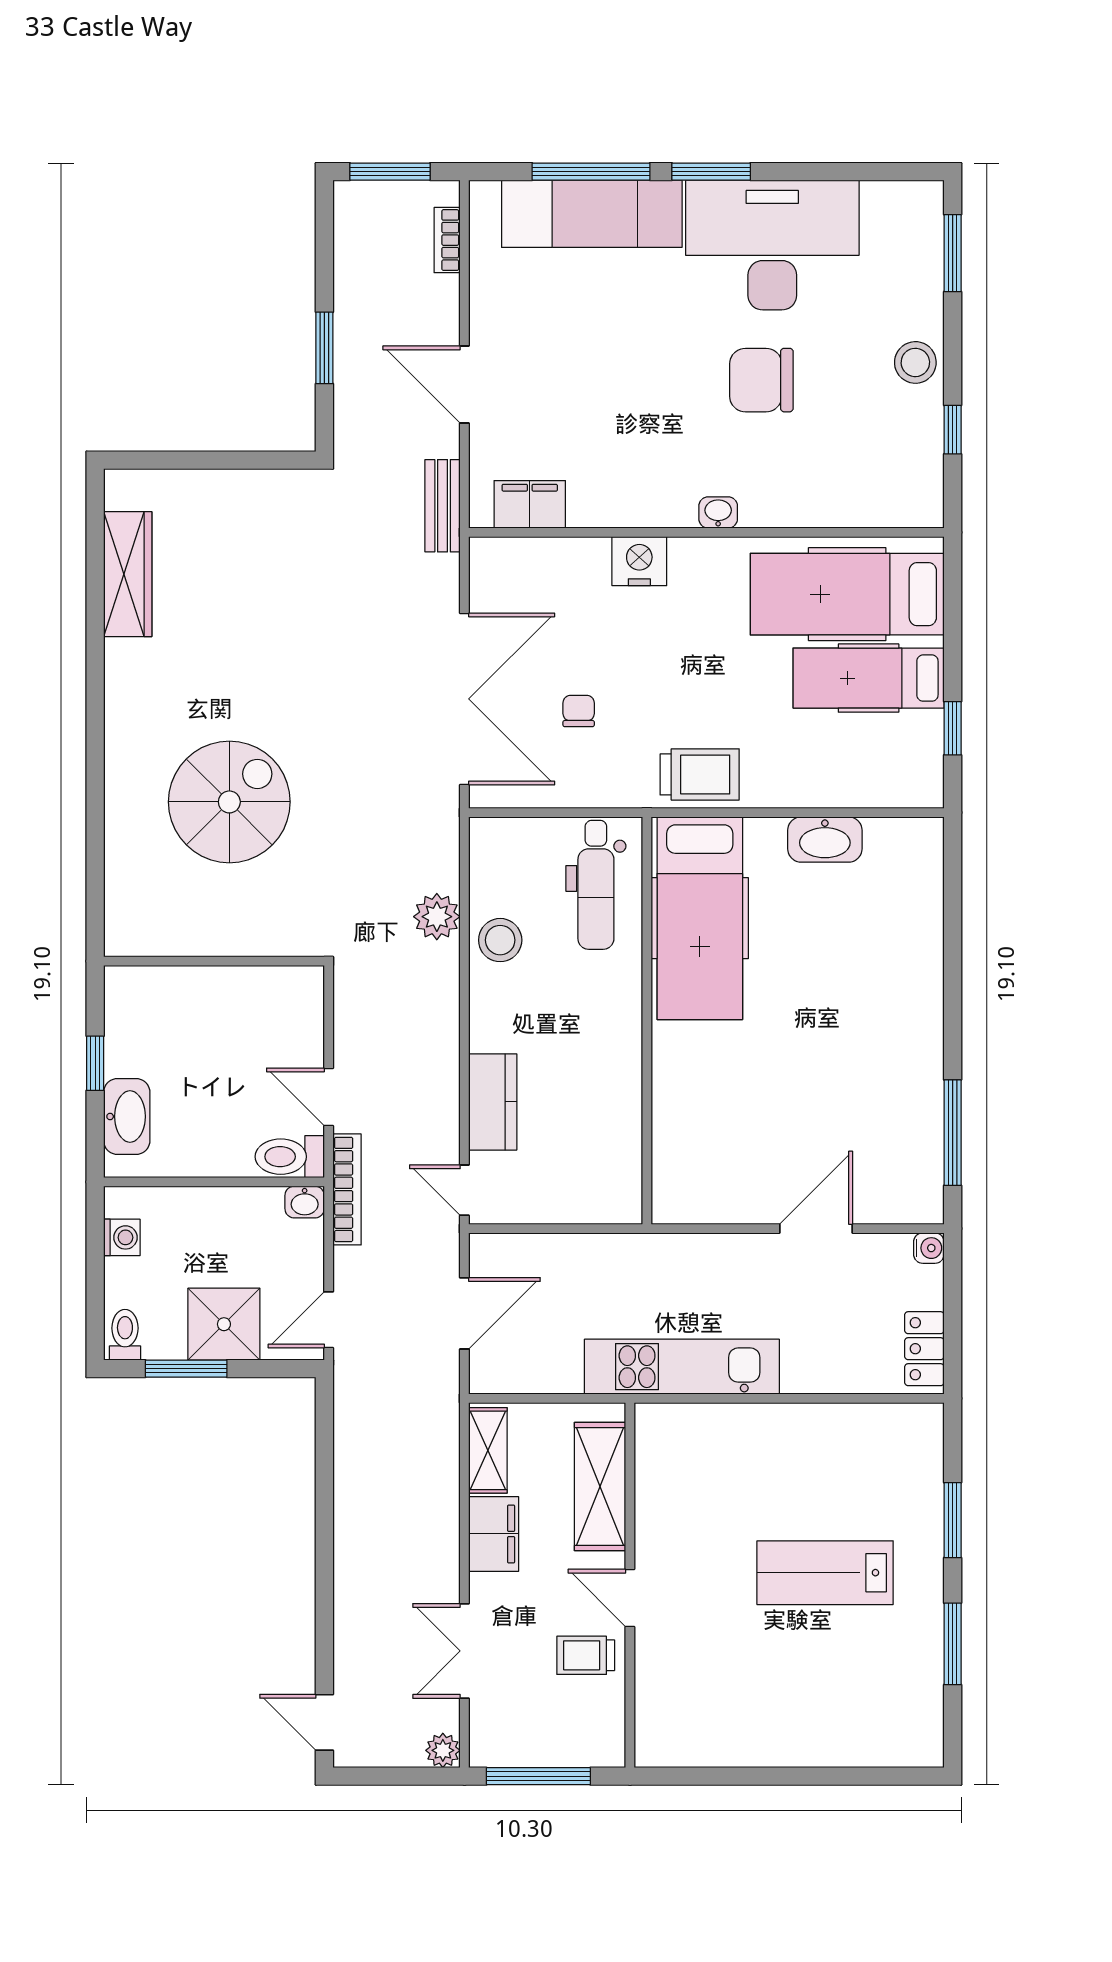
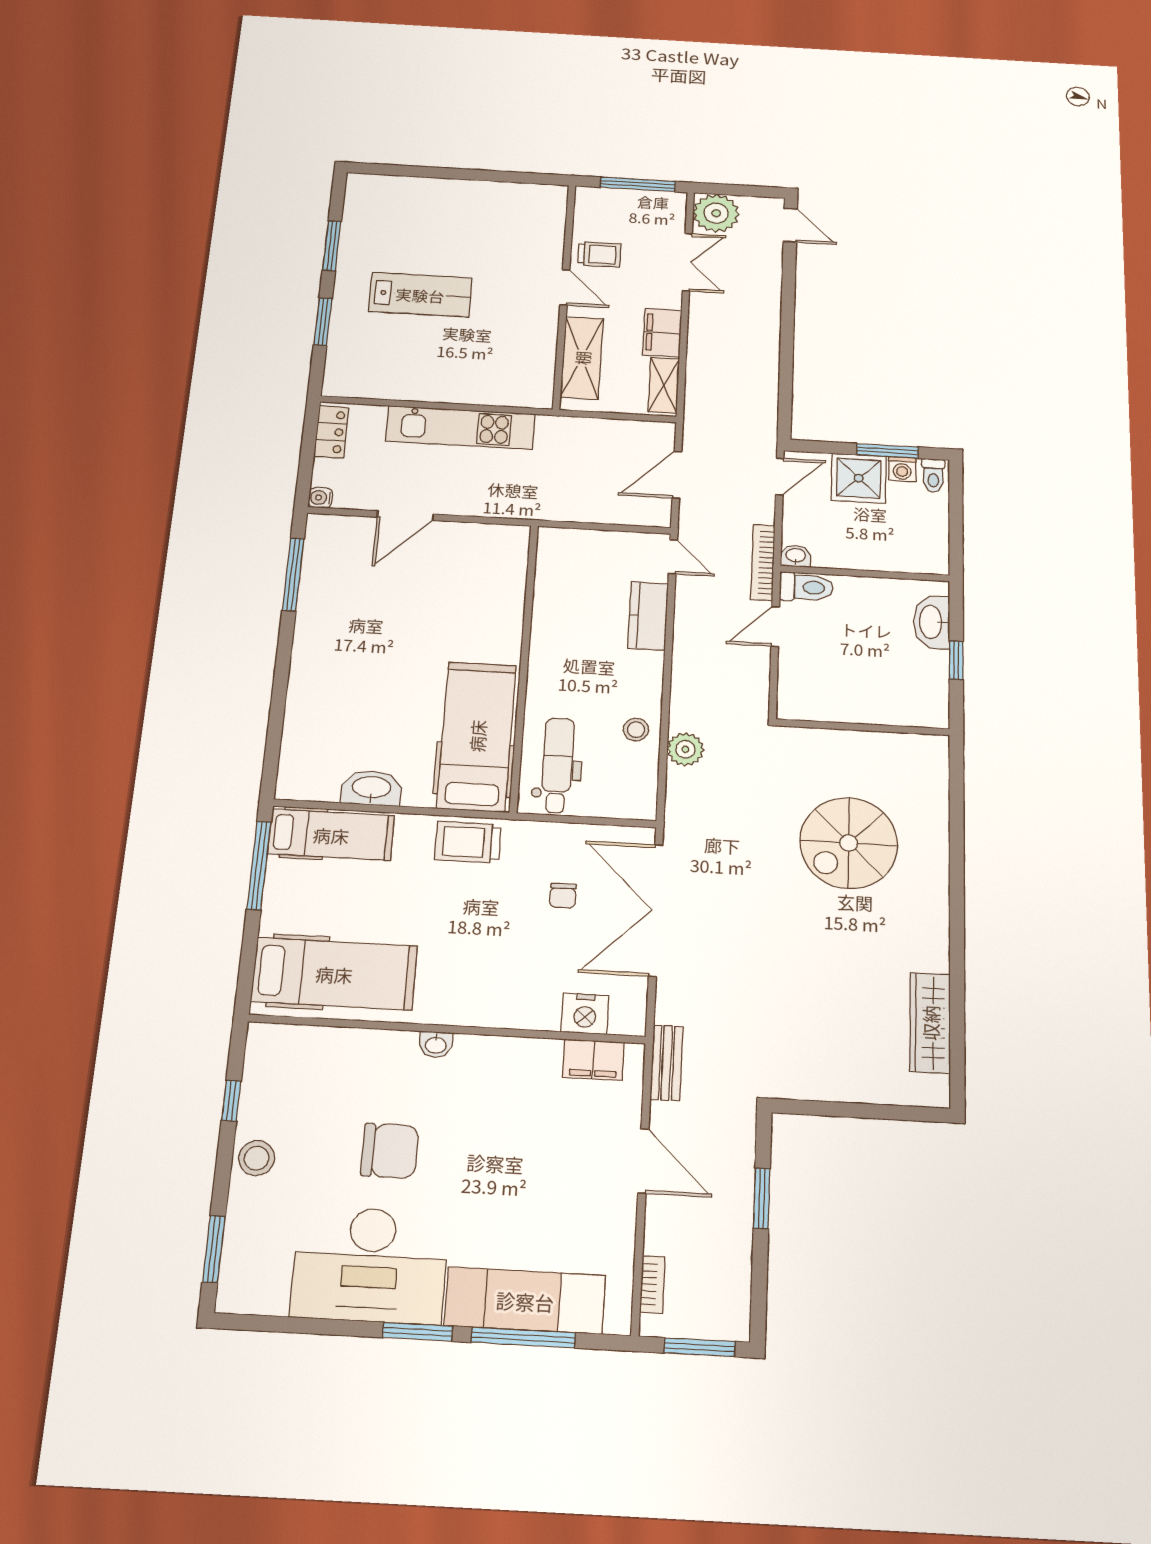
nightstand: (639, 561) -> (585, 1014), moved
hospital bed: (869, 678) -> (331, 835), moved
window: (953, 728) -> (259, 865), width x2.17
stool: (500, 940) -> (636, 730), width x0.73, depth x0.73
door: (329, 1097) -> (775, 627), swing flipped
washing machine: (122, 1237) -> (902, 469), moved, turned -90
kitchen unit: (682, 1367) -> (460, 428), moved
plant: (443, 1750) -> (716, 213), width x1.88, depth x1.88

